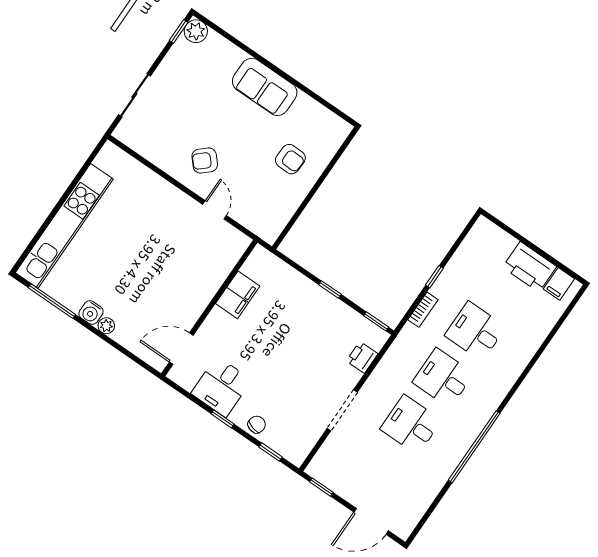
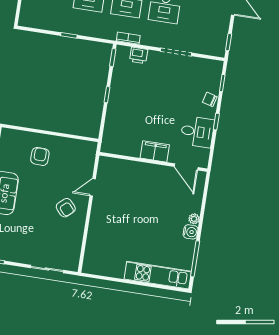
kitchen unit: (64, 226) -> (158, 275), width x0.73
filing cabinet: (238, 295) -> (155, 151), moved
bookcase: (423, 310) -> (128, 38), moved

